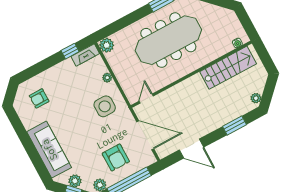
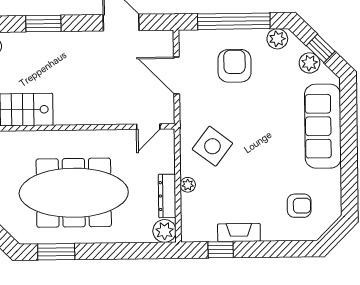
fireplace: (85, 55) -> (239, 233), moved
dresser: (115, 65) -> (167, 196), added
side table: (105, 106) -> (212, 146), turned 37
door: (145, 135) -> (177, 75), width x0.73

